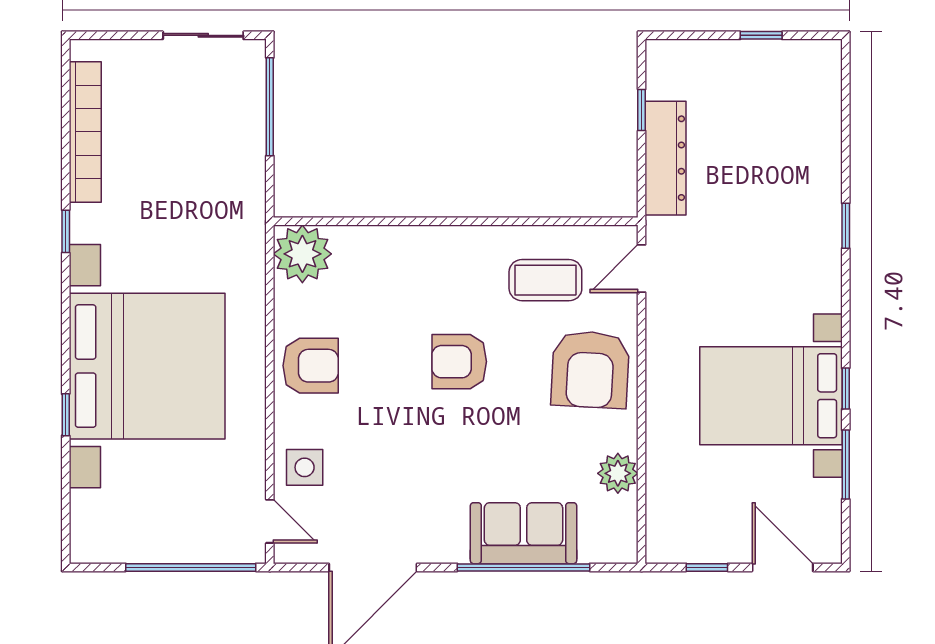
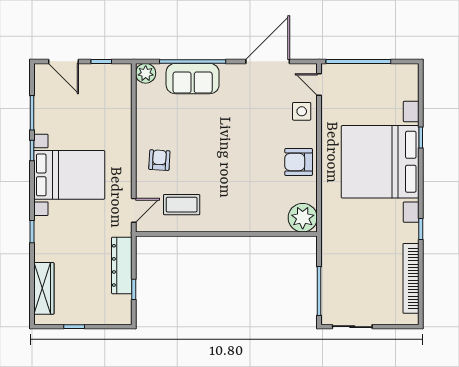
wardrobe: (822, 112) -> (44, 288), added
armchair: (459, 362) -> (225, 164), removed
armchair: (590, 369) -> (159, 160), width x0.53, depth x0.53
bed with nightstands: (771, 396) -> (69, 175), moved
plant: (618, 473) -> (146, 73), moved

